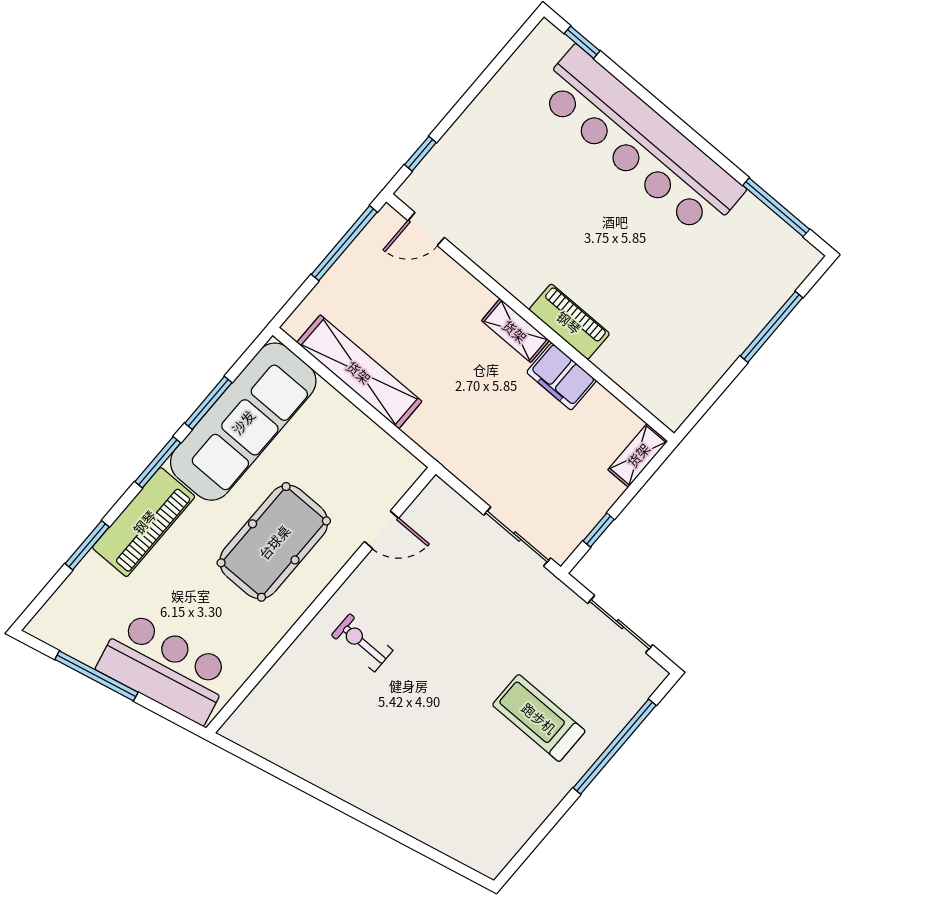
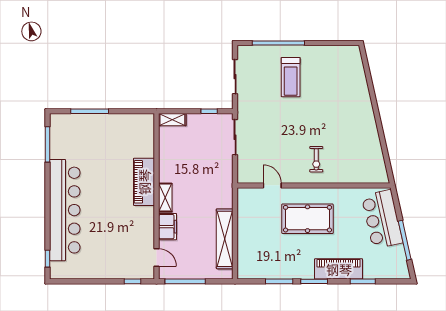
piano: (569, 322) -> (144, 182), width x1.37, depth x1.33
filing cabinet: (561, 376) -> (168, 227), moved
sofa: (243, 422) -> (275, 264), removed

